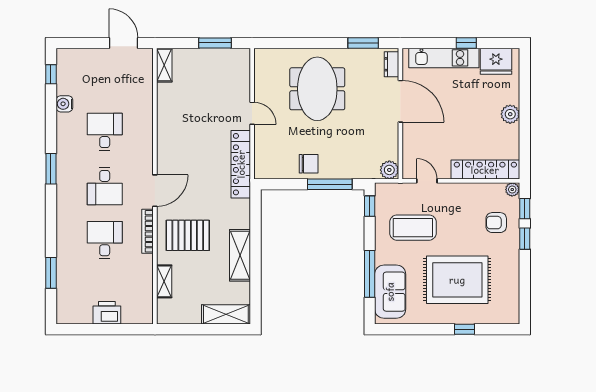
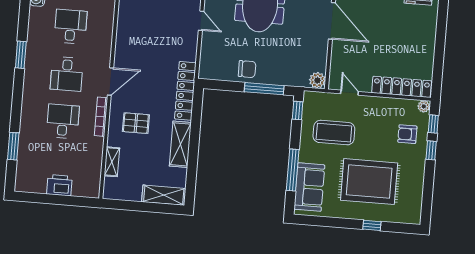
plant: (510, 114) -> (427, 40), removed
locker: (241, 164) -> (185, 91), moved
pallet: (188, 235) -> (136, 123), width x0.67, depth x0.71

